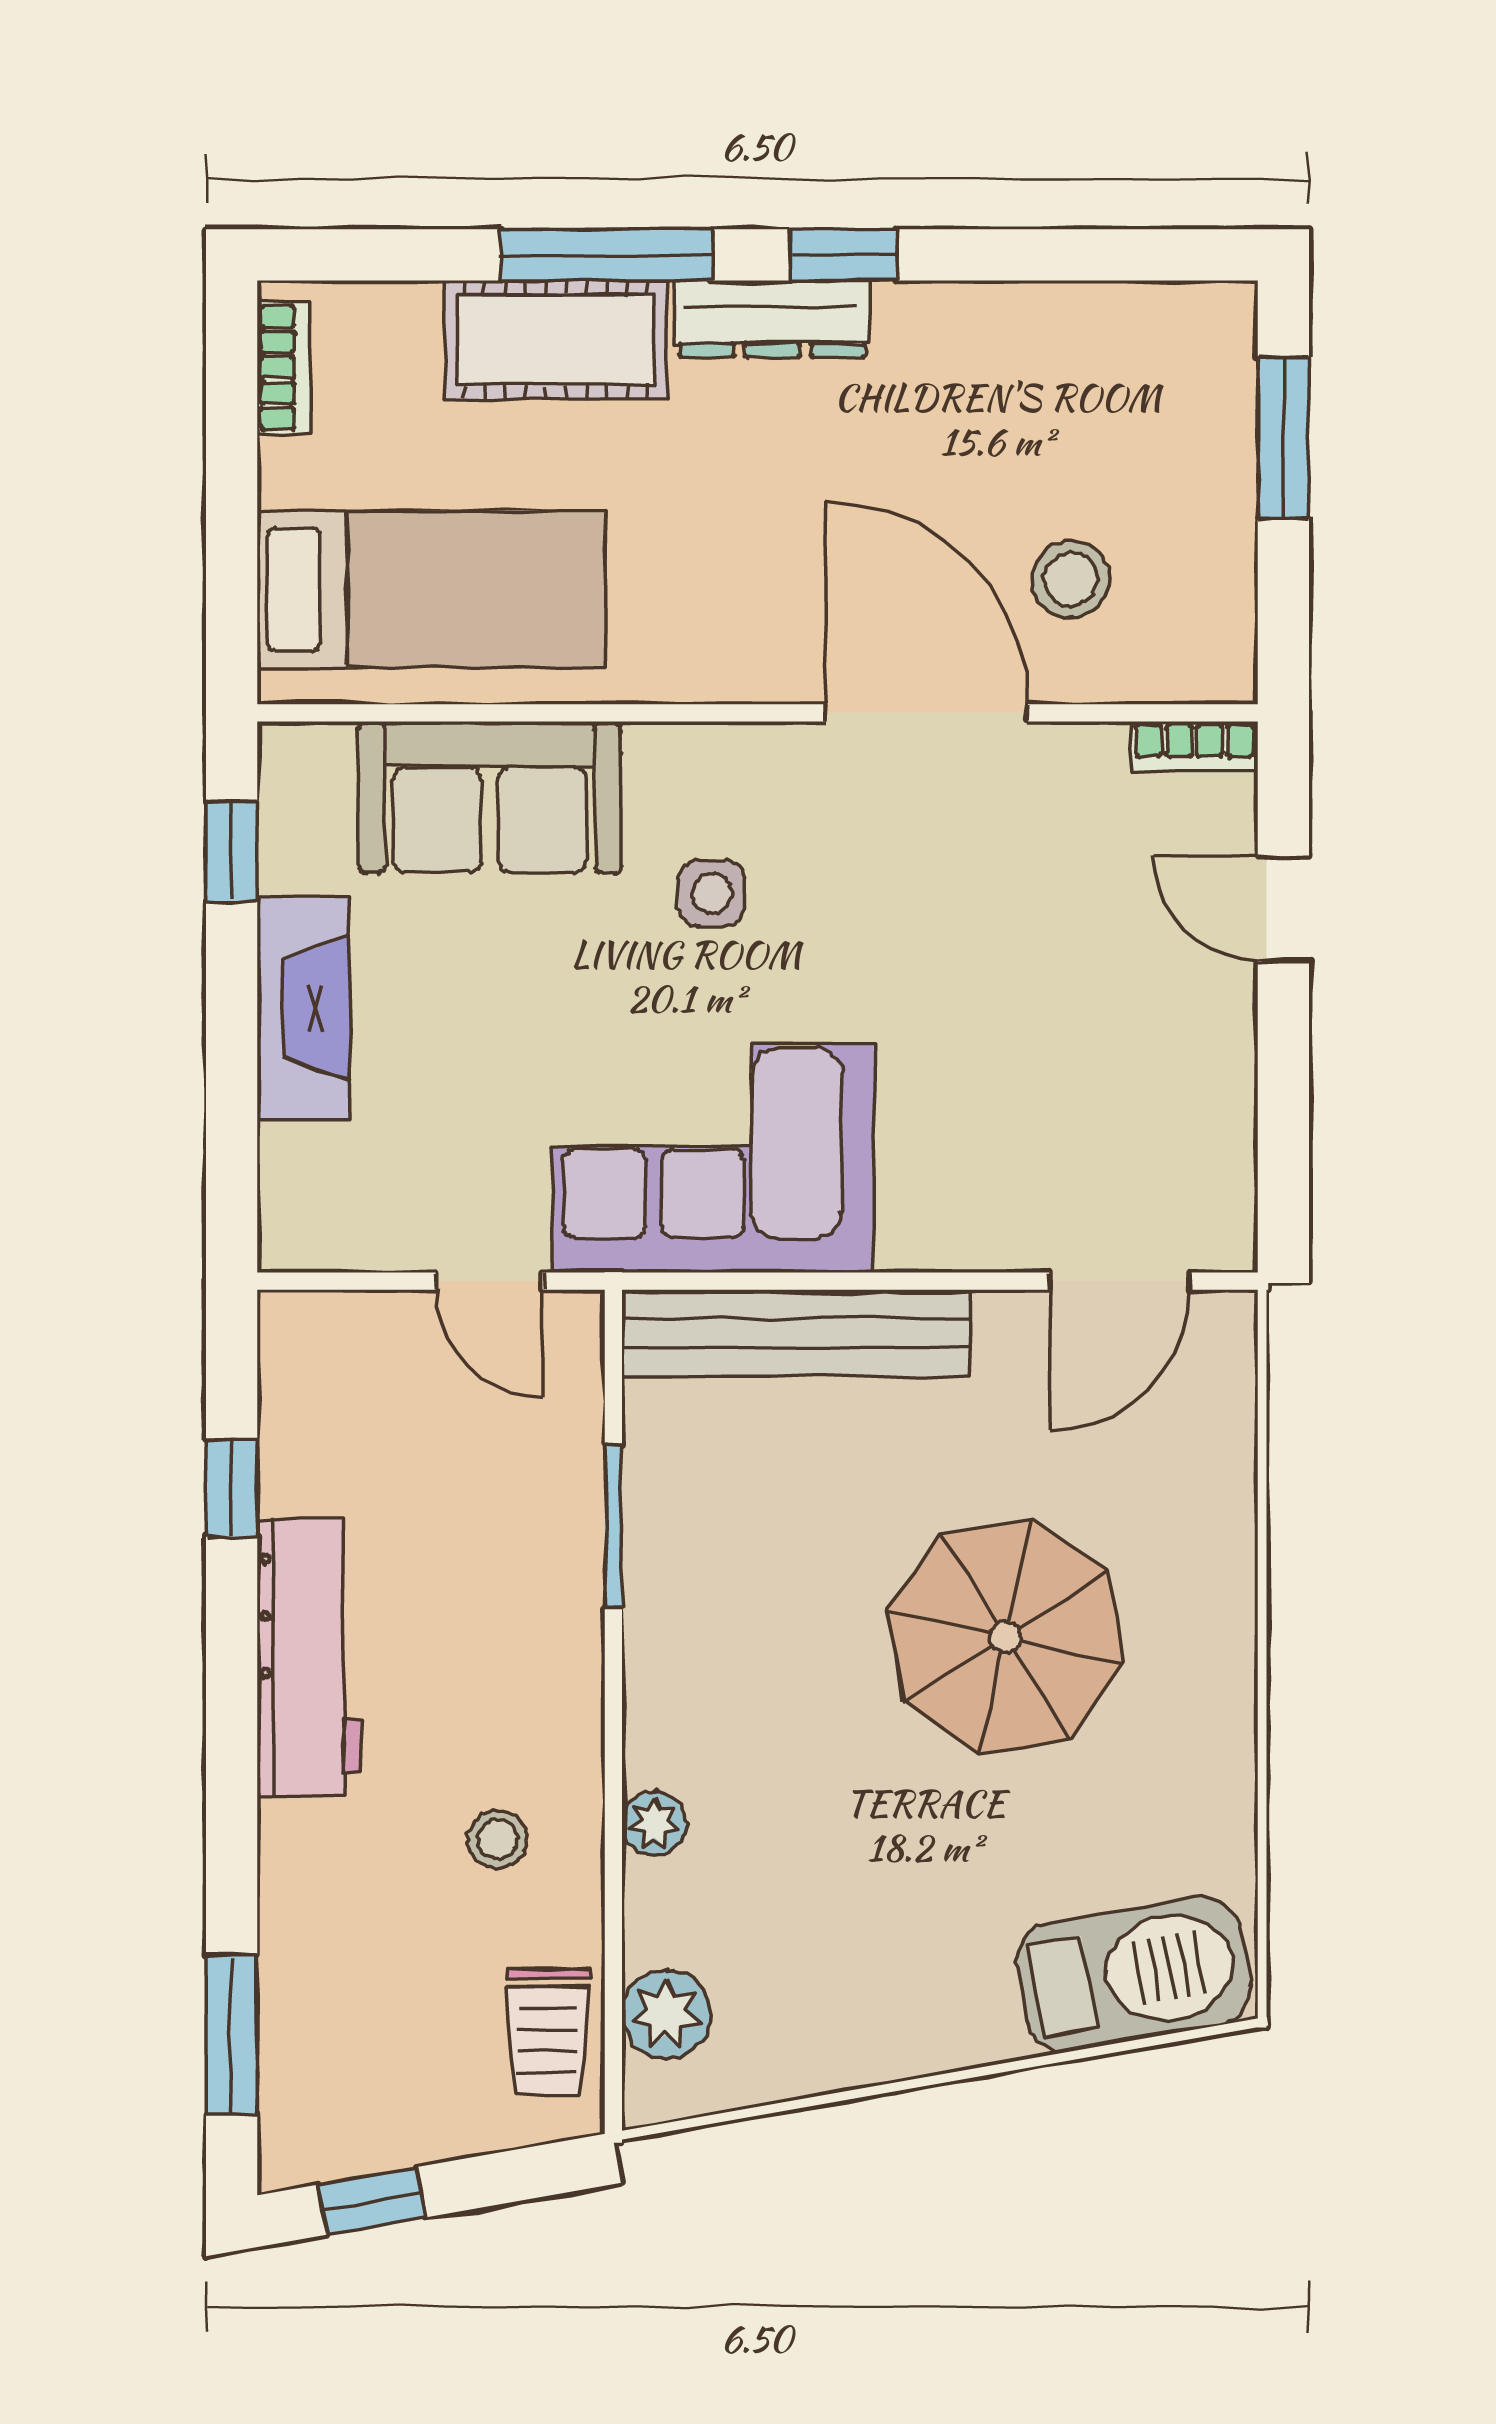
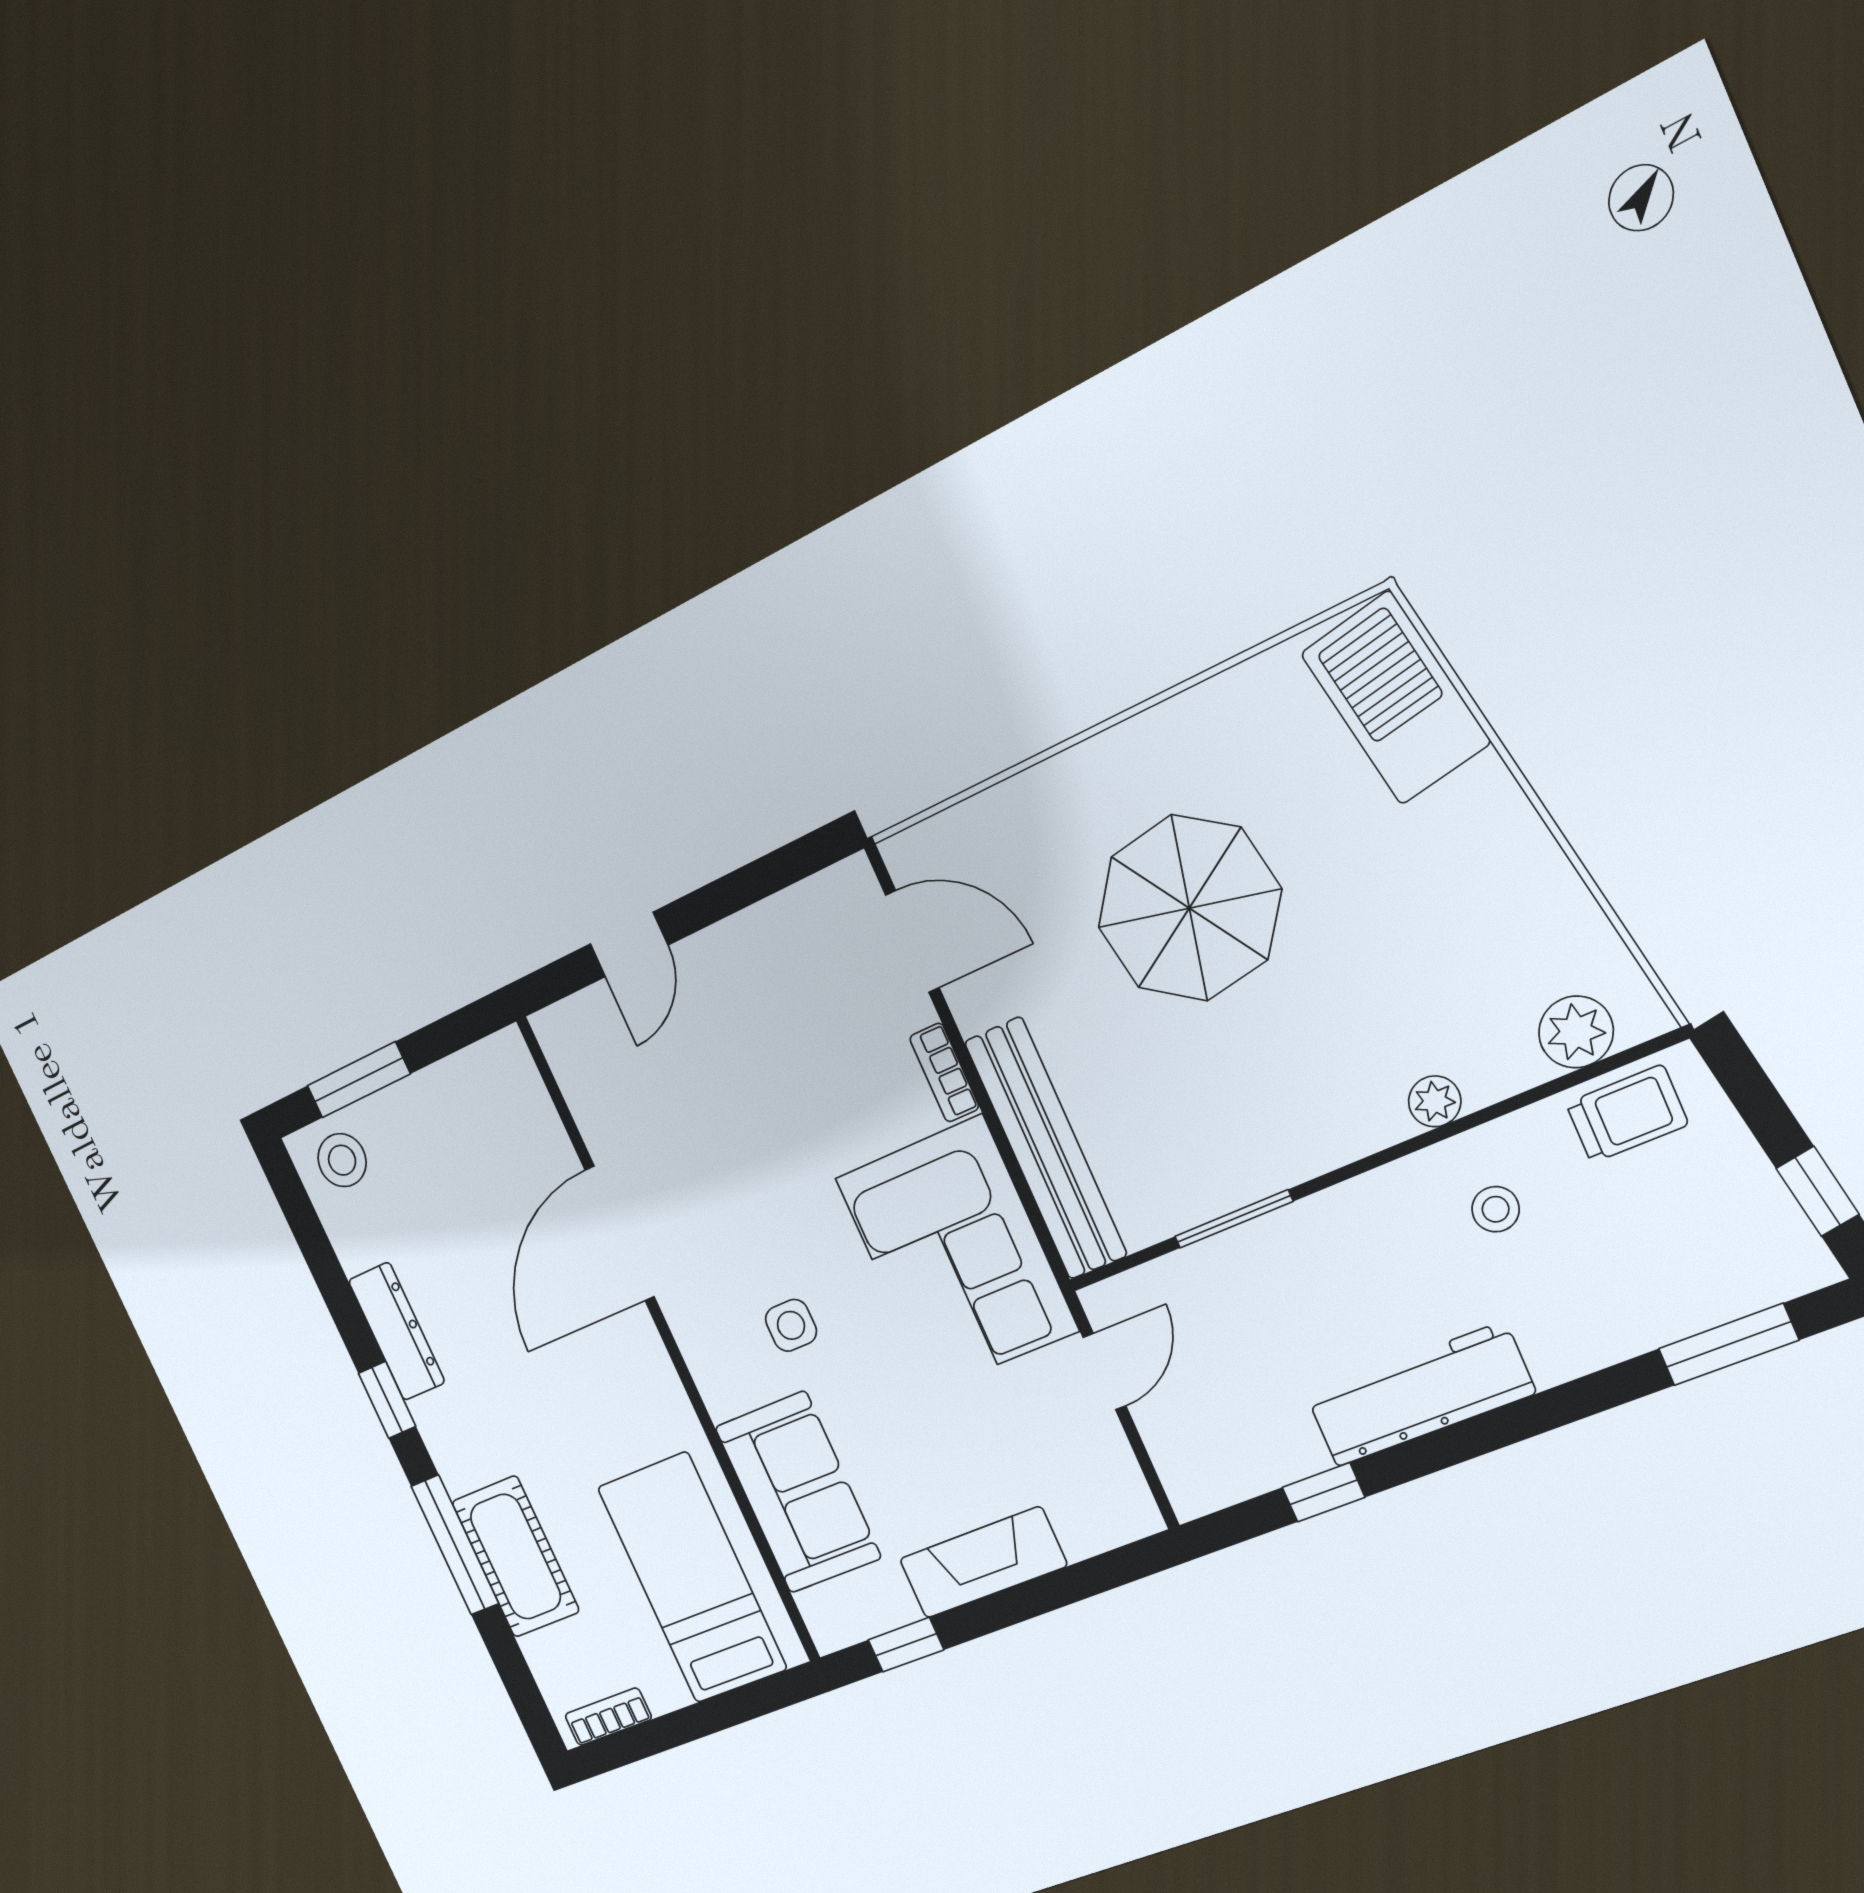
dresser: (772, 319) -> (397, 1331), moved
stool: (1071, 579) -> (342, 1160), moved
bookcase: (1194, 747) -> (944, 1073), moved, turned 180

